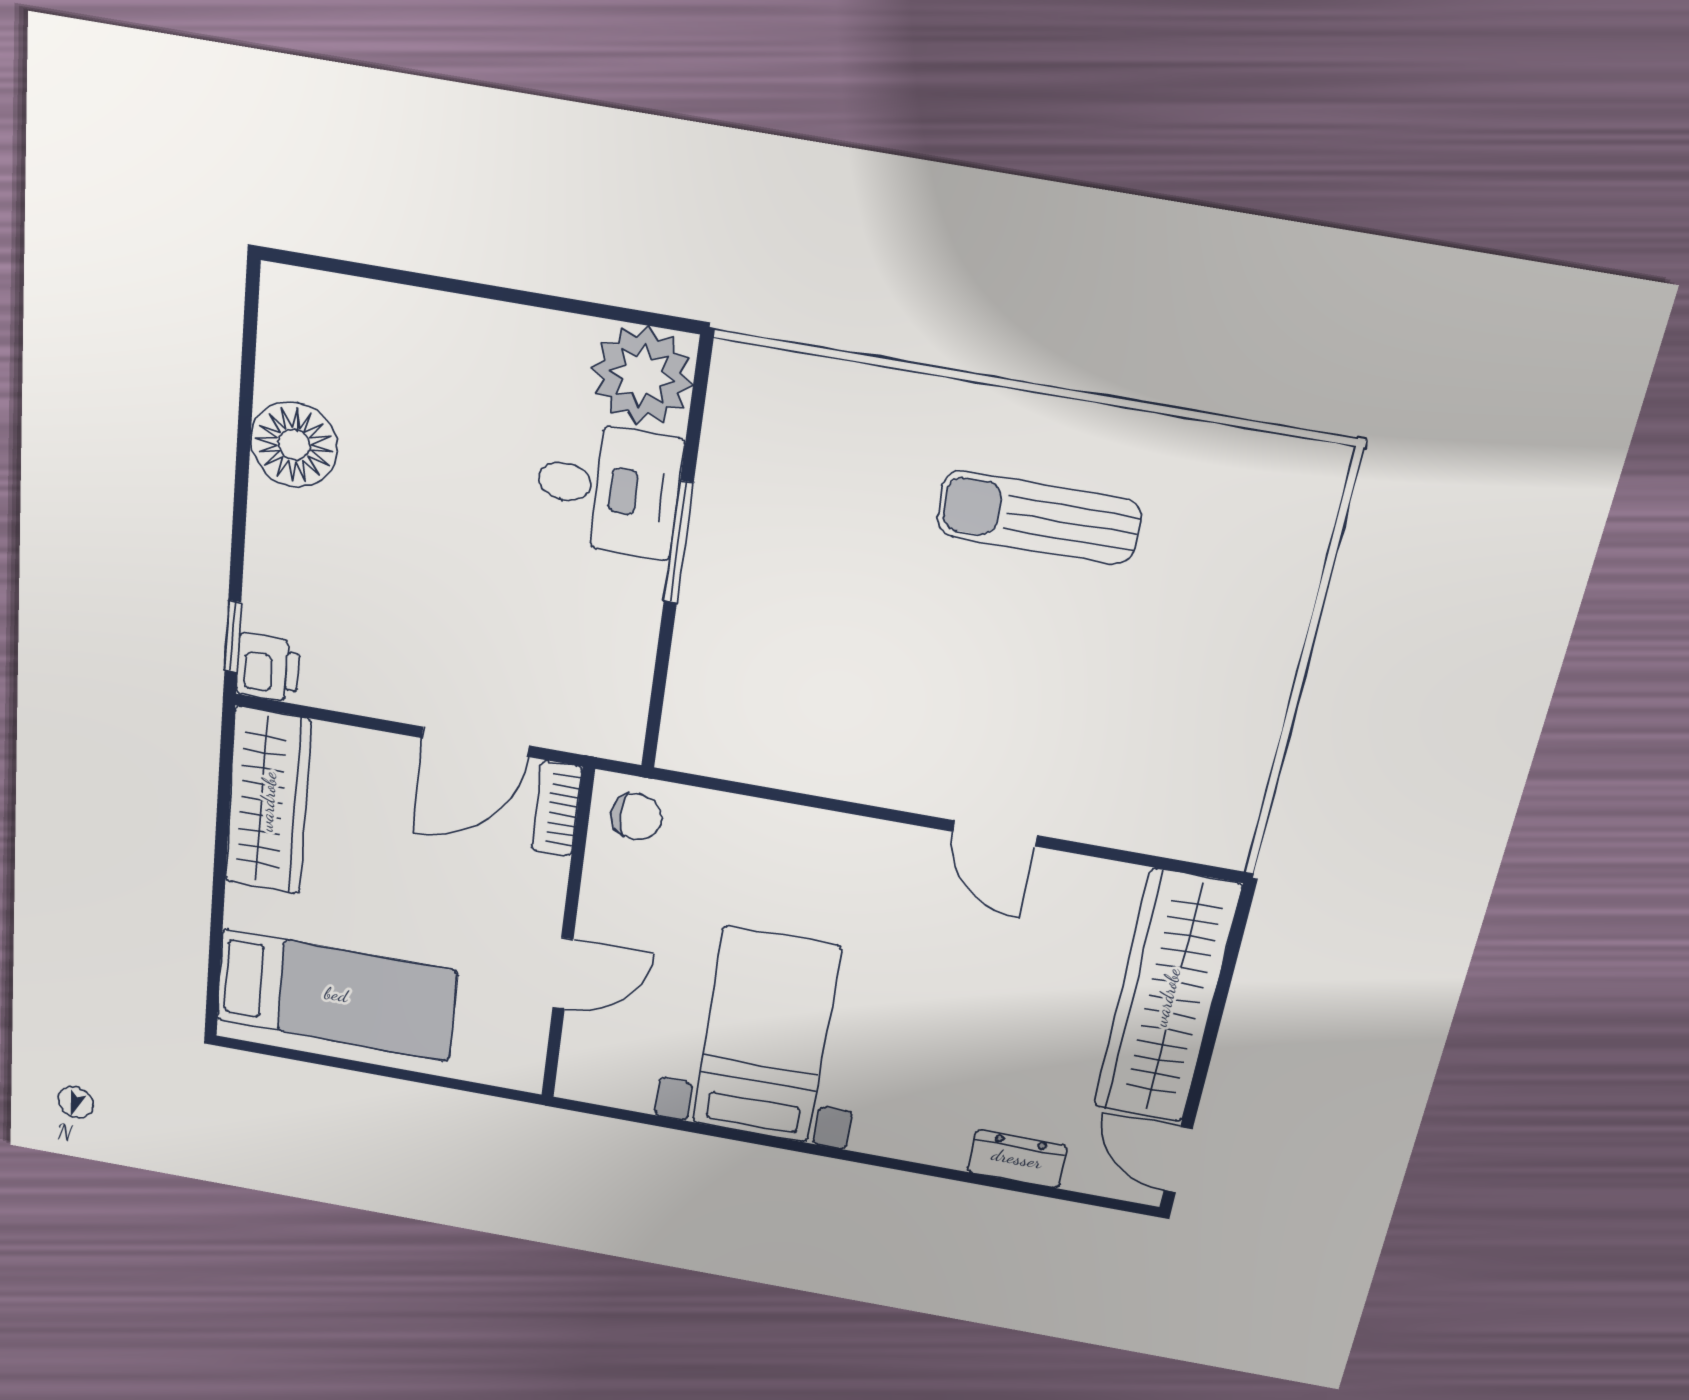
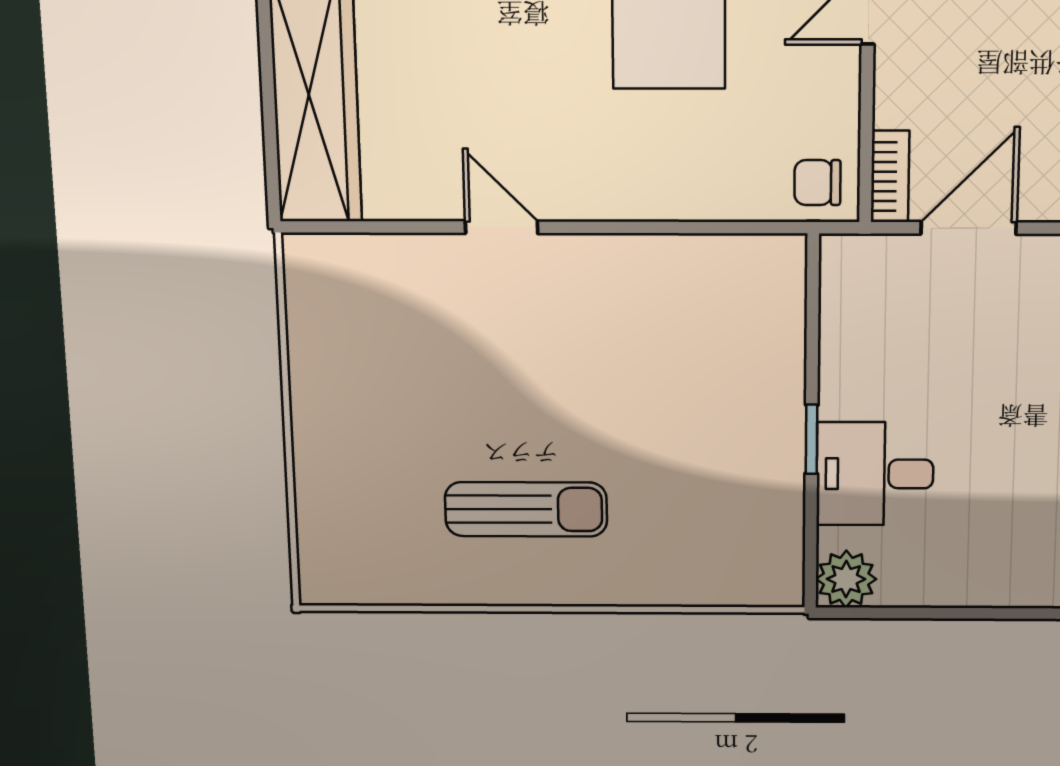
plant: (642, 376) -> (846, 579), width x0.73, depth x0.73
window: (679, 542) -> (811, 439), width x0.67

